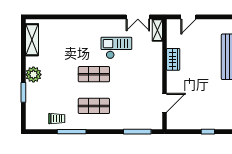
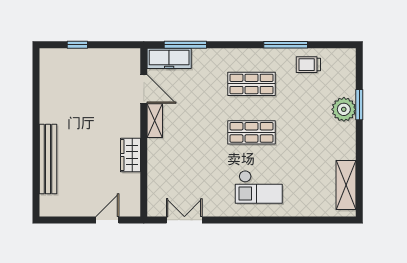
shelving: (157, 30) -> (155, 121), moved
checkout: (116, 48) -> (259, 187), moved
plant: (33, 75) -> (344, 109), moved
door: (164, 103) -> (144, 89), swing flipped
freezer: (148, 123) -> (169, 58), added

